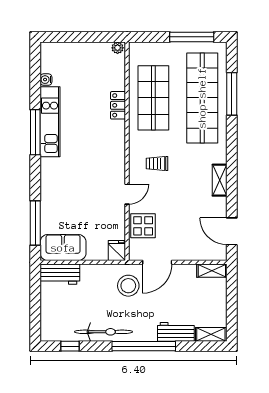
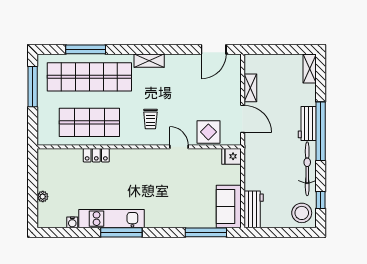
plant: (118, 48) -> (43, 197), moved
shelving: (220, 180) -> (149, 61), moved
shelving: (212, 271) -> (250, 88), moved
stool: (128, 286) -> (302, 213), moved
workbench: (176, 332) -> (307, 123), moved

